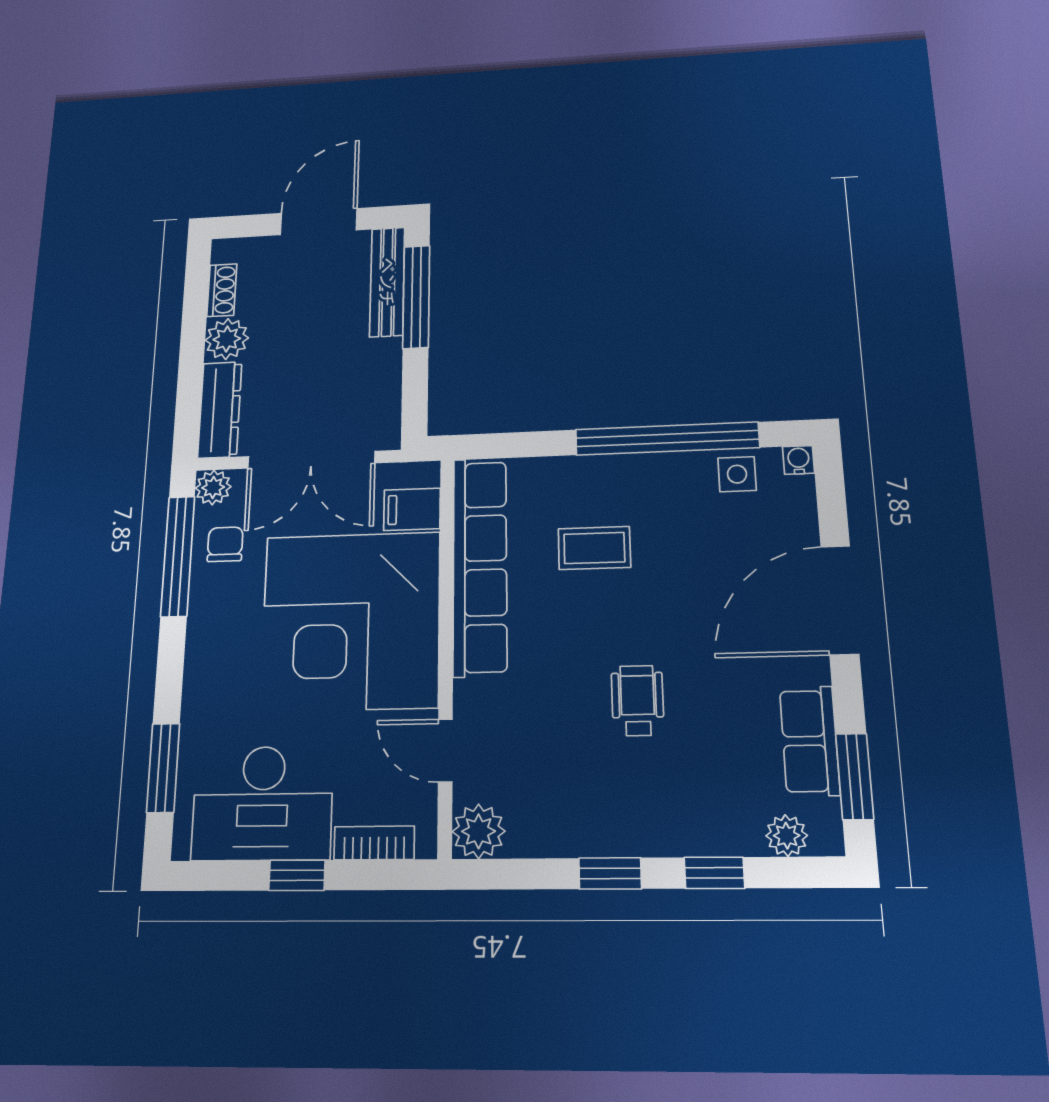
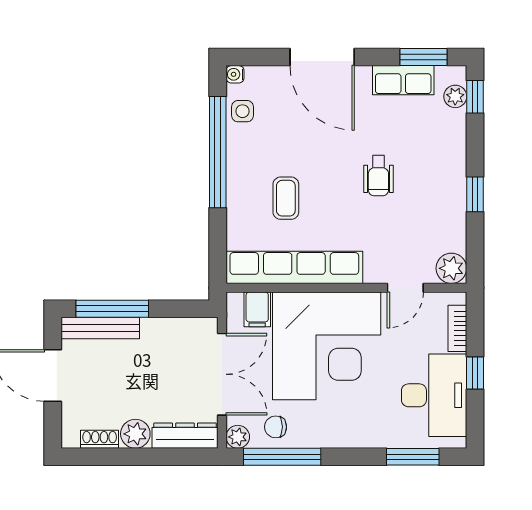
wheelchair: (638, 701) -> (378, 176), turned -90
window: (714, 873) -> (475, 97), moved

